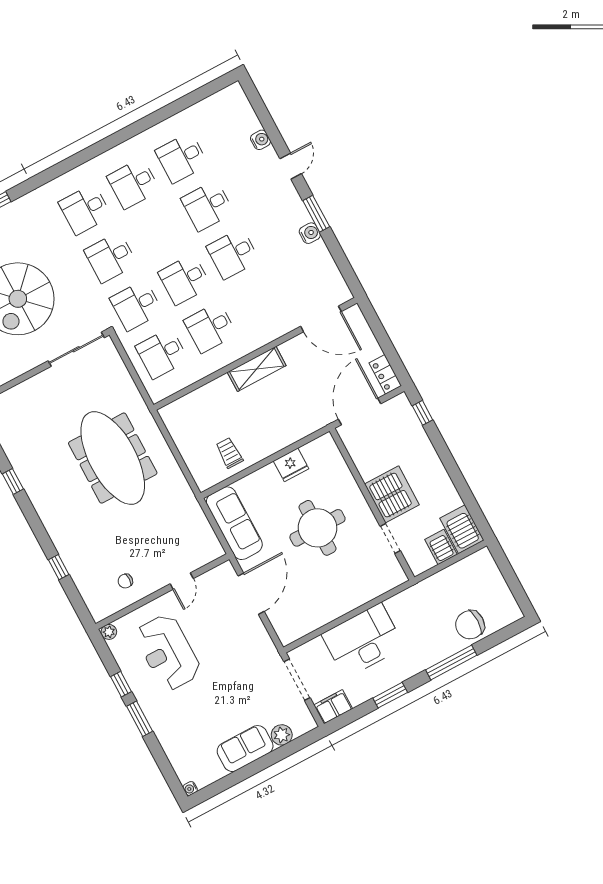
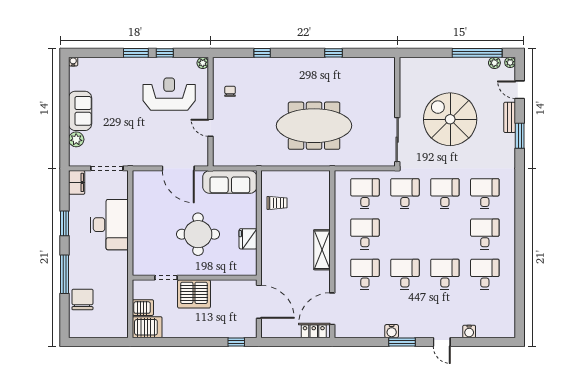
desk: (185, 279) -> (365, 274), moved
locker: (385, 374) -> (314, 331), moved

